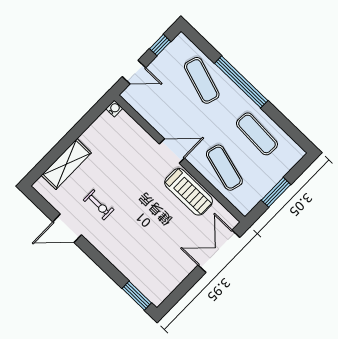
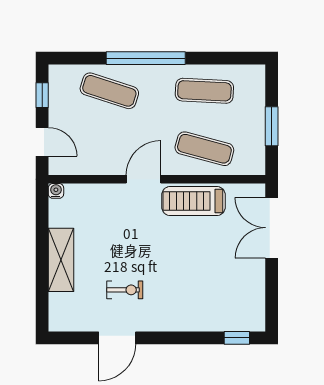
door: (134, 72) -> (42, 142), hinge flipped
shelving: (66, 164) -> (61, 260), moved
treadmill: (189, 192) -> (193, 201), turned 180
window: (137, 296) -> (237, 338), width x0.67

